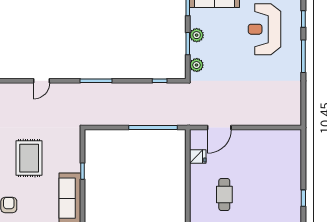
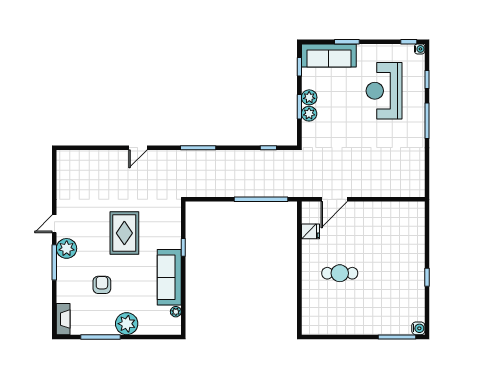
plant: (197, 65) -> (309, 114), moved
cafe table: (224, 194) -> (340, 273), turned 90

